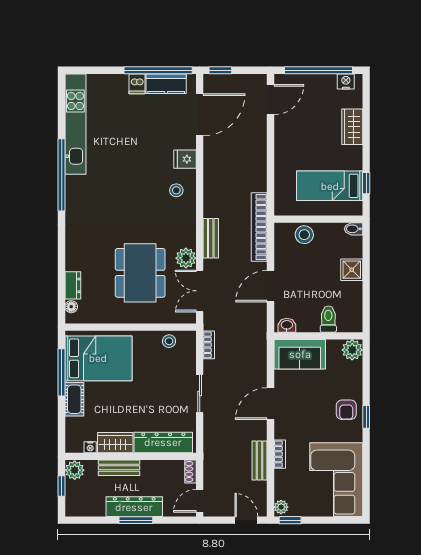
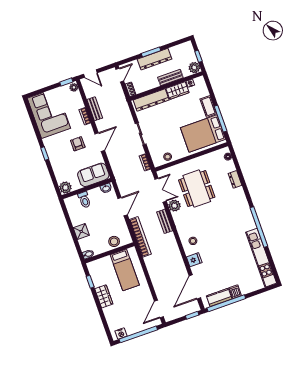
wardrobe: (352, 127) -> (104, 296), moved
bed: (330, 186) -> (125, 270), moved, turned 90
dresser: (73, 285) -> (235, 179), moved
armchair: (346, 410) -> (78, 144), moved

